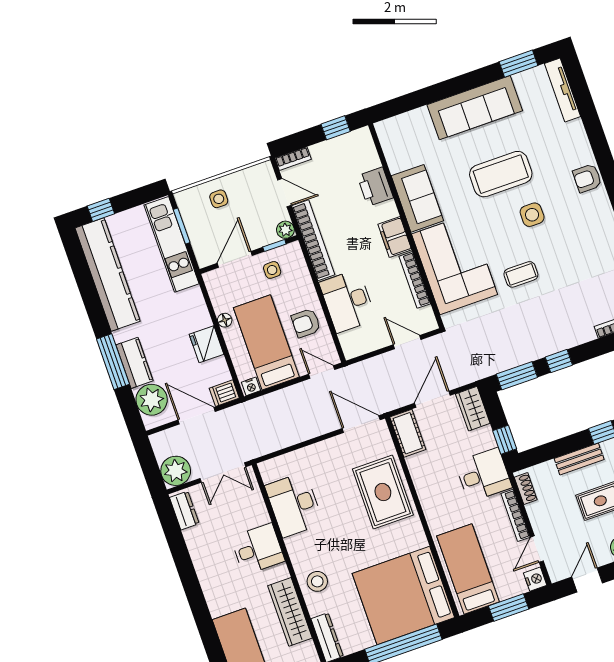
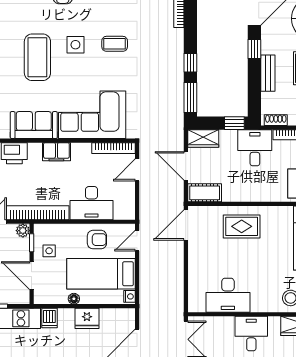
coffee table: (521, 274) -> (115, 44), moved, turned 90
bookcase: (415, 280) -> (113, 148), moved
armchair: (306, 323) -> (97, 240), turned -90
dishwasher: (224, 393) -> (49, 318), moved
rug: (383, 492) -> (242, 226), width x0.73, depth x0.70

